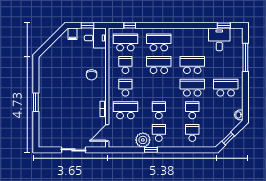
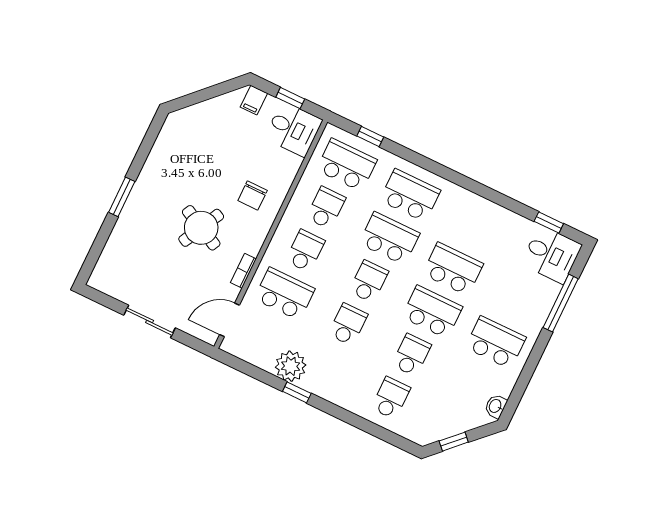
desk: (219, 39) -> (551, 254), moved, turned 90
round table: (76, 99) -> (201, 228), added
school desk: (159, 133) -> (369, 281), moved

